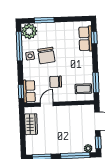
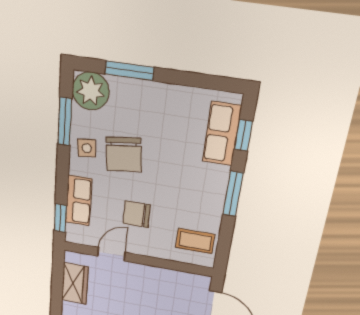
window: (19, 46) -> (65, 122), width x0.69
window: (96, 83) -> (233, 194), moved
row of seats: (29, 91) -> (79, 201), moved

